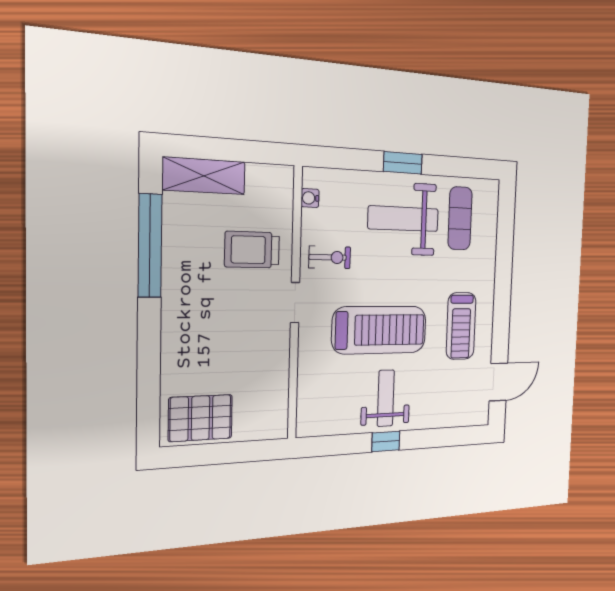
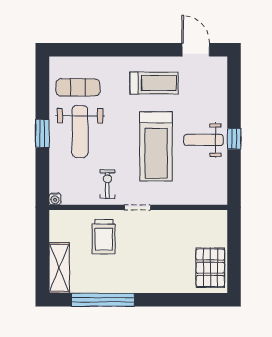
water cooler: (310, 198) -> (55, 199), moved
treadmill: (379, 330) -> (156, 146), turned 180

